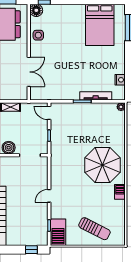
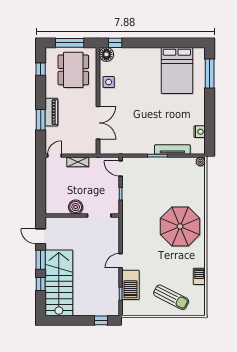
barbecue: (120, 192) -> (199, 276), moved
barbecue: (58, 232) -> (131, 285), moved

